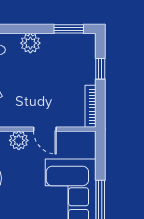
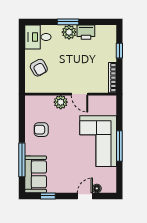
window: (69, 29) -> (68, 22), moved
printer: (54, 43) -> (86, 32), added

